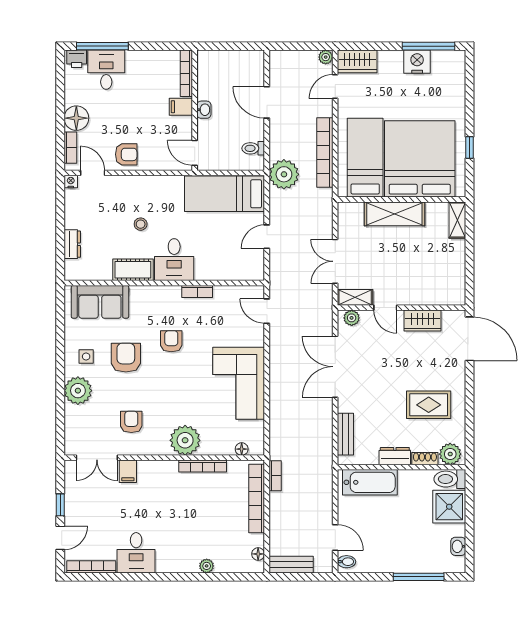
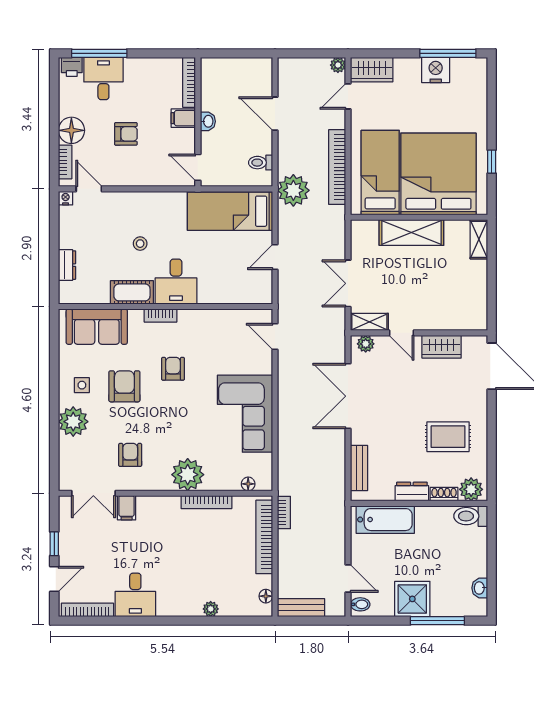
armchair: (126, 154) -> (126, 134), moved
bookcase: (197, 291) -> (160, 315), moved
shower: (449, 507) -> (412, 599), moved

